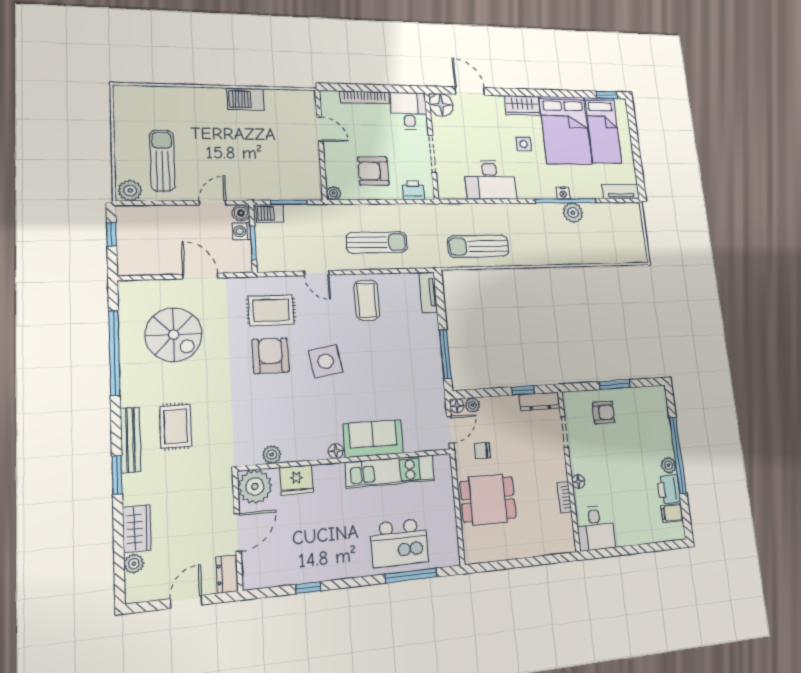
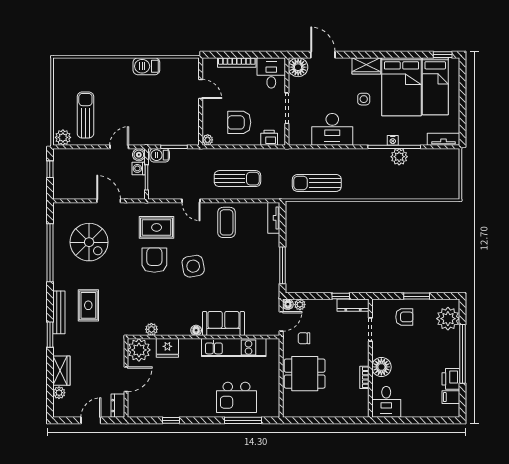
plant: (669, 465) -> (448, 319), moved, width x1.87, depth x1.87
floor lamp: (578, 482) -> (381, 367), width x1.89, depth x1.89

